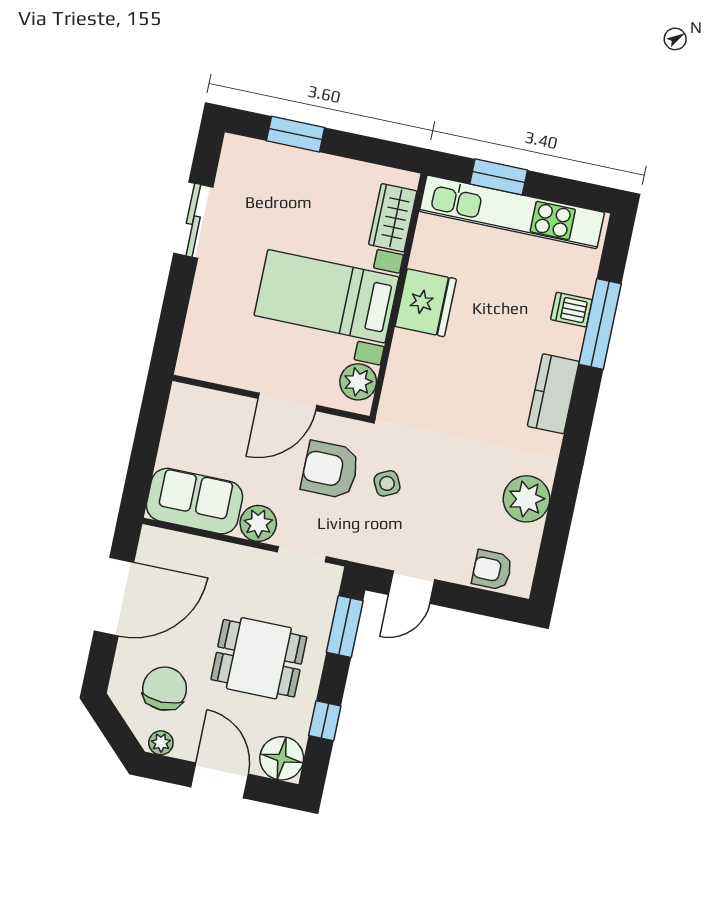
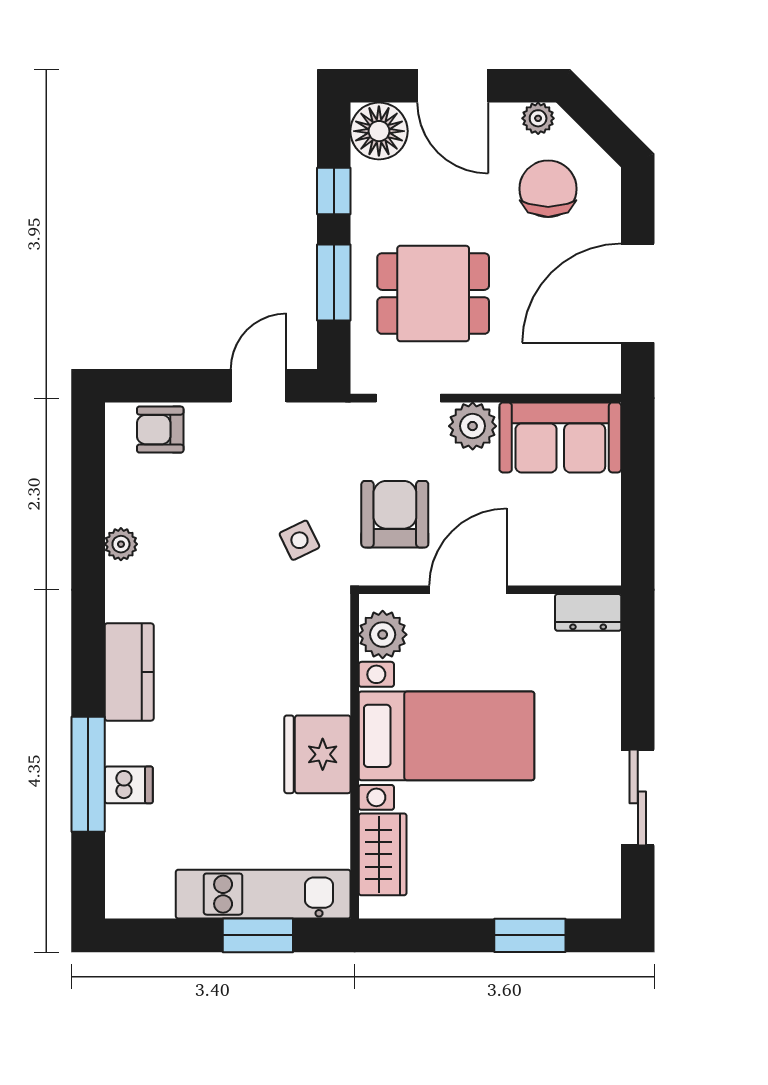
kitchen unit: (512, 212) -> (263, 894), width x0.73
dresser: (201, 366) -> (588, 612), added
armchair: (330, 470) -> (395, 514), turned -90
side table: (387, 483) -> (299, 540), moved
plant: (526, 499) -> (121, 544), width x0.53, depth x0.53
armchair: (492, 570) -> (160, 430), turned 180
window: (345, 627) -> (334, 282), moved
dining table: (259, 658) -> (433, 294), moved
chair: (165, 689) -> (548, 189), turned 180

